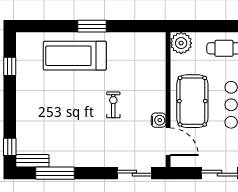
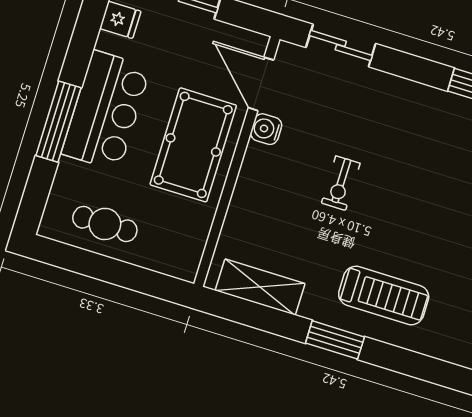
shelving: (137, 41) -> (260, 287), added
plant: (181, 43) -> (181, 258), removed
treadmill: (75, 56) -> (384, 296), width x0.73, depth x0.73

